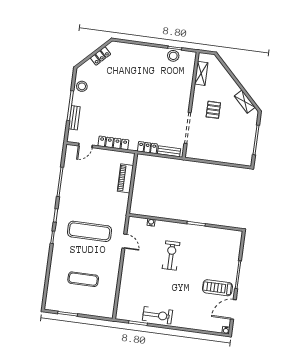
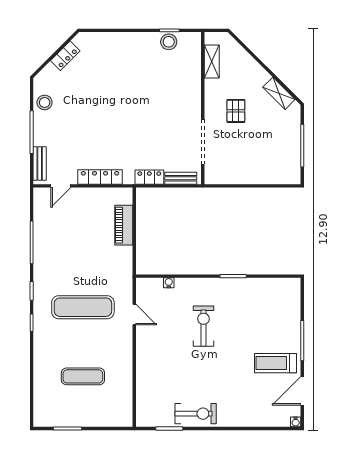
bench: (74, 118) -> (40, 164), moved

